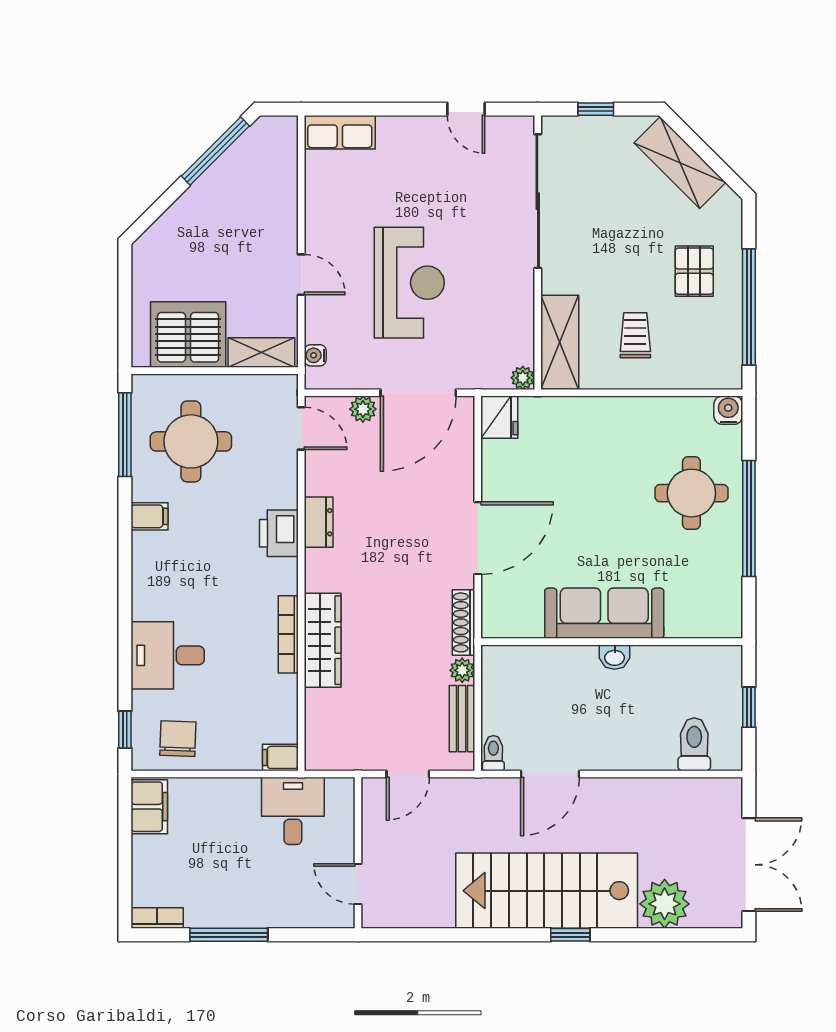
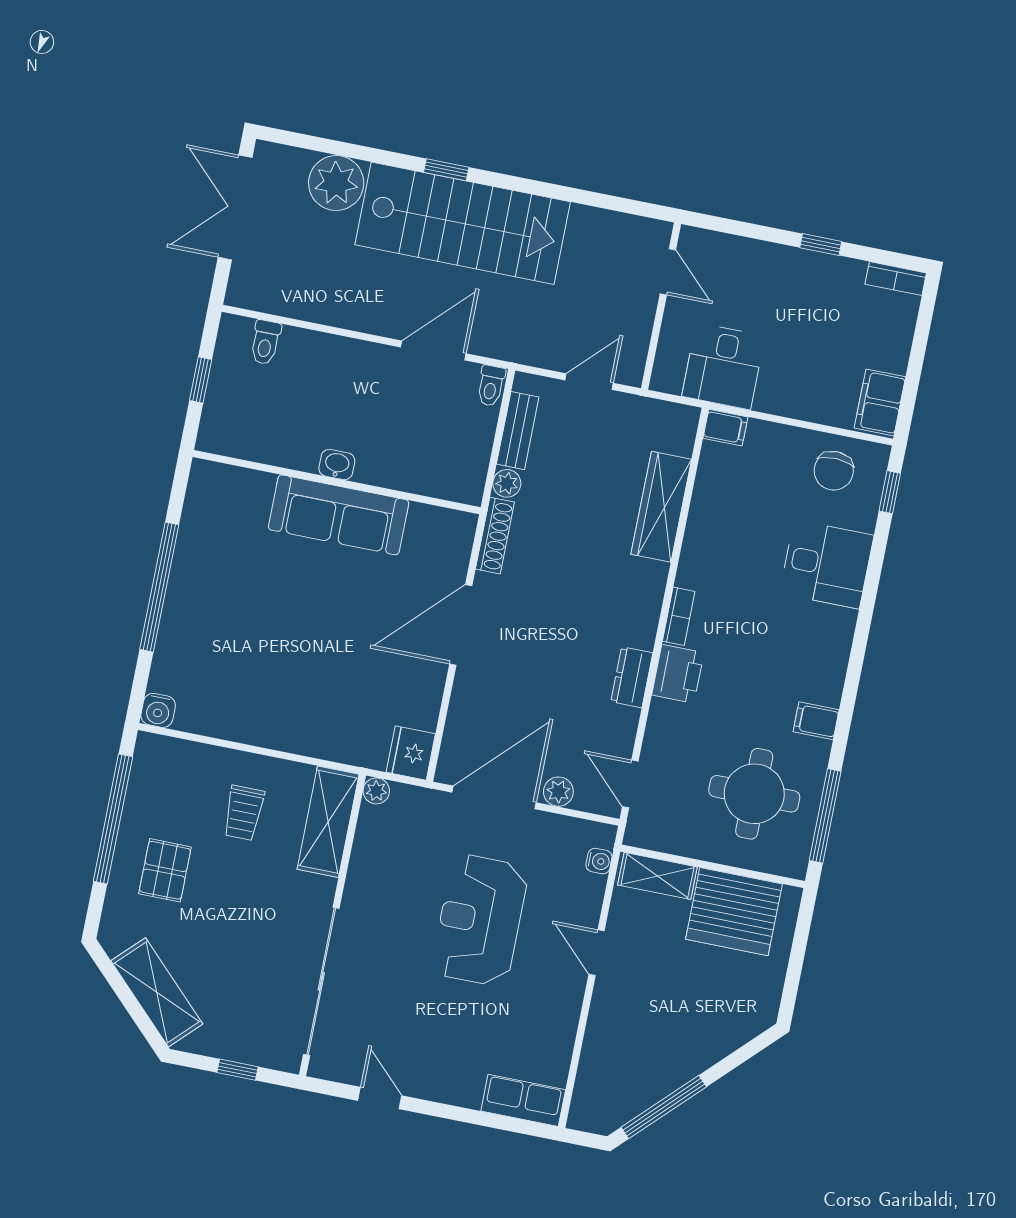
round table: (691, 493) -> (217, 628), removed
bookcase: (288, 634) -> (679, 616), moved, width x0.64
wardrobe: (323, 640) -> (661, 507), moved
toilet: (694, 744) -> (265, 342), width x0.73, depth x0.72
window: (229, 935) -> (821, 245), width x0.46

